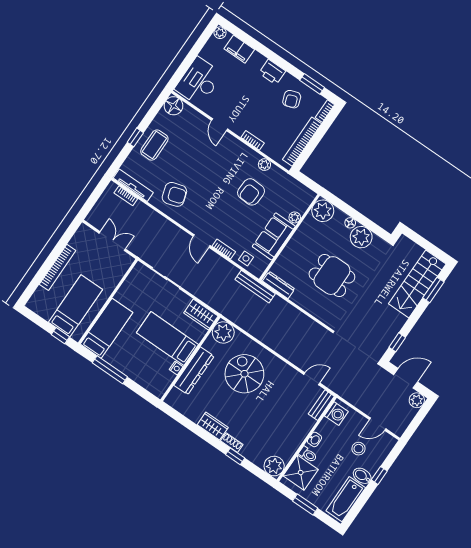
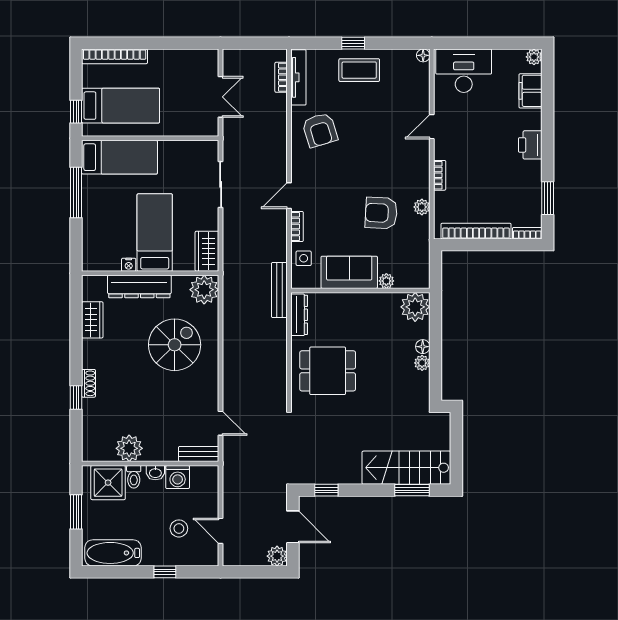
armchair: (292, 99) -> (515, 187), removed
floor lamp: (174, 106) -> (423, 55), width x0.53, depth x0.53
plant: (361, 237) -> (422, 363), width x0.53, depth x0.53
bookcase: (58, 267) -> (115, 56), moved
dining table: (332, 276) -> (328, 371), moved, turned 90
washing machine: (336, 414) -> (178, 477), moved
wardrobe: (213, 426) -> (92, 320), moved
plant: (274, 466) -> (129, 448), moved
bidet: (362, 476) -> (152, 553), removed

